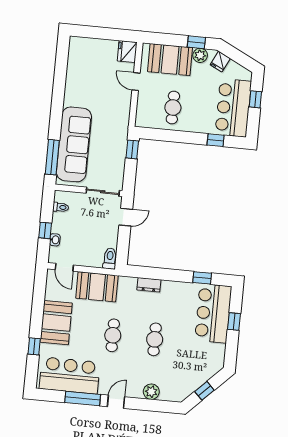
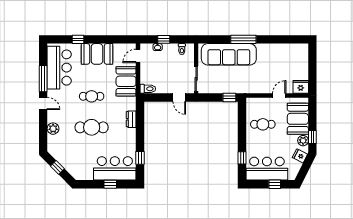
window: (52, 157) -> (243, 39), moved
cafe table: (155, 339) -> (92, 127), width x1.37, depth x1.35

